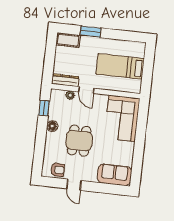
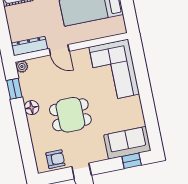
plant: (70, 95) -> (22, 66), moved
dining table: (79, 141) -> (70, 115), turned 90
window: (113, 189) -> (132, 161), added

